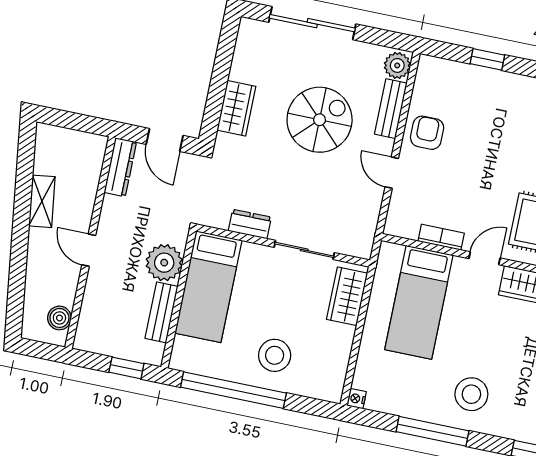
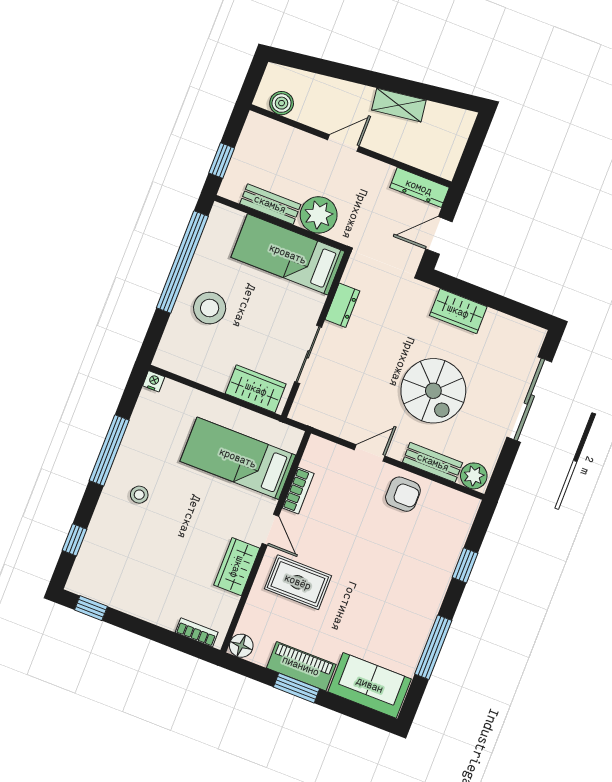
stool: (471, 394) -> (139, 495), width x0.53, depth x0.53

